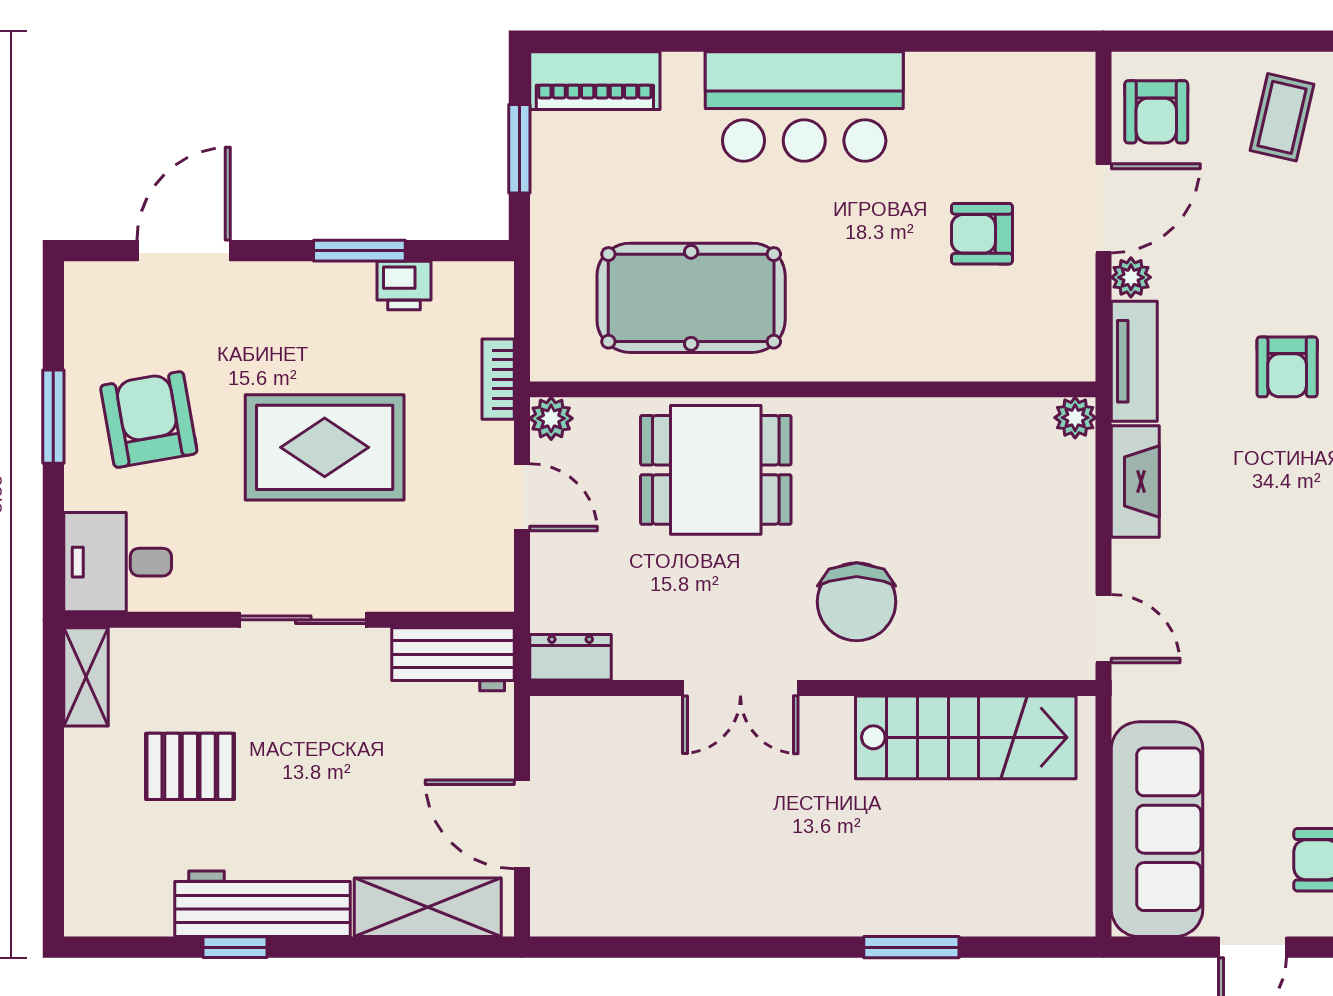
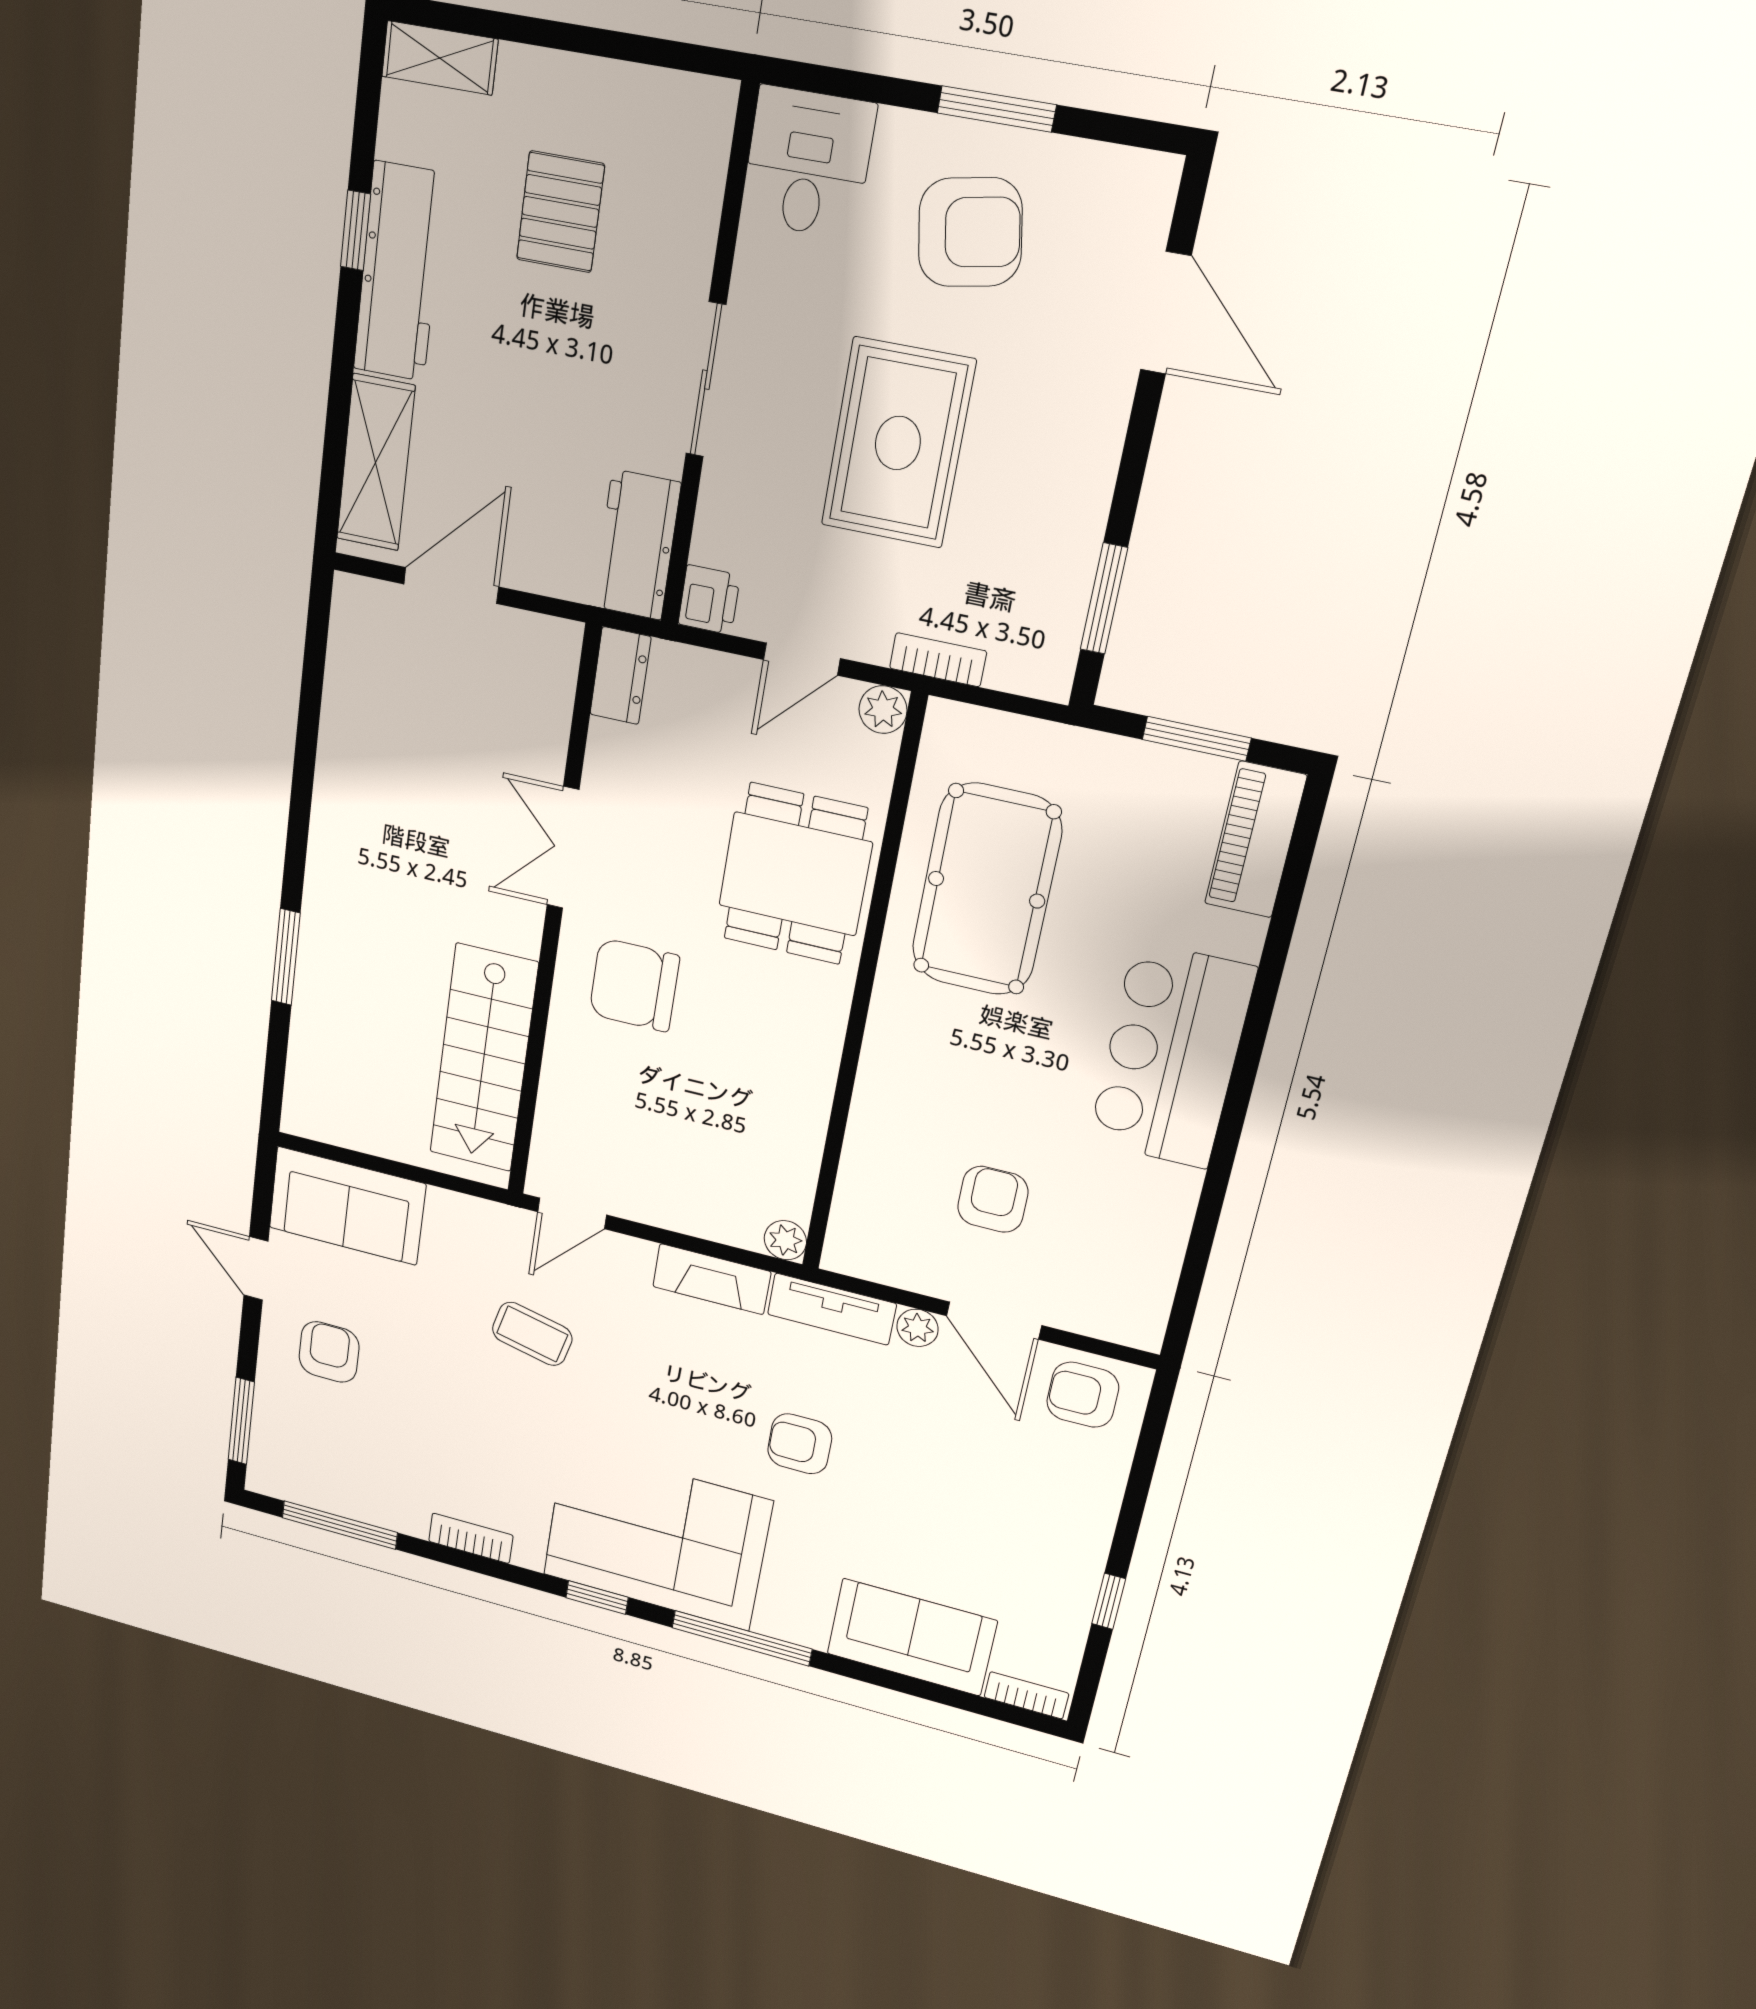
coffee table: (1282, 117) -> (532, 1334), moved
window: (359, 251) -> (1104, 599), moved
printer: (404, 285) -> (709, 600), moved, turned 180
shelving: (86, 677) -> (440, 58), moved
sofa: (1157, 829) -> (347, 1206), width x0.73

